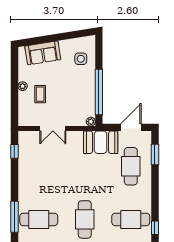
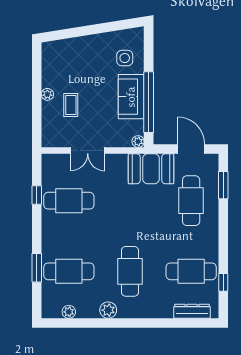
sofa: (43, 53) -> (131, 97), moved, turned 99
door: (131, 127) -> (191, 149), hinge flipped
window: (14, 151) -> (37, 195), moved
cafe table: (39, 166) -> (69, 201), added
window: (14, 217) -> (37, 268), width x0.69

